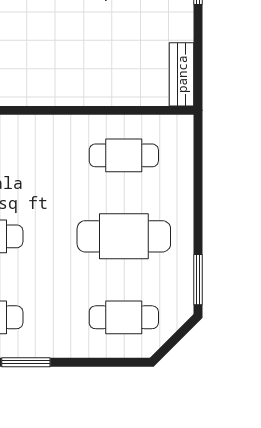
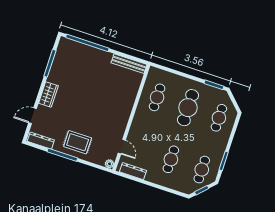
bench: (182, 74) -> (129, 64), width x1.36

